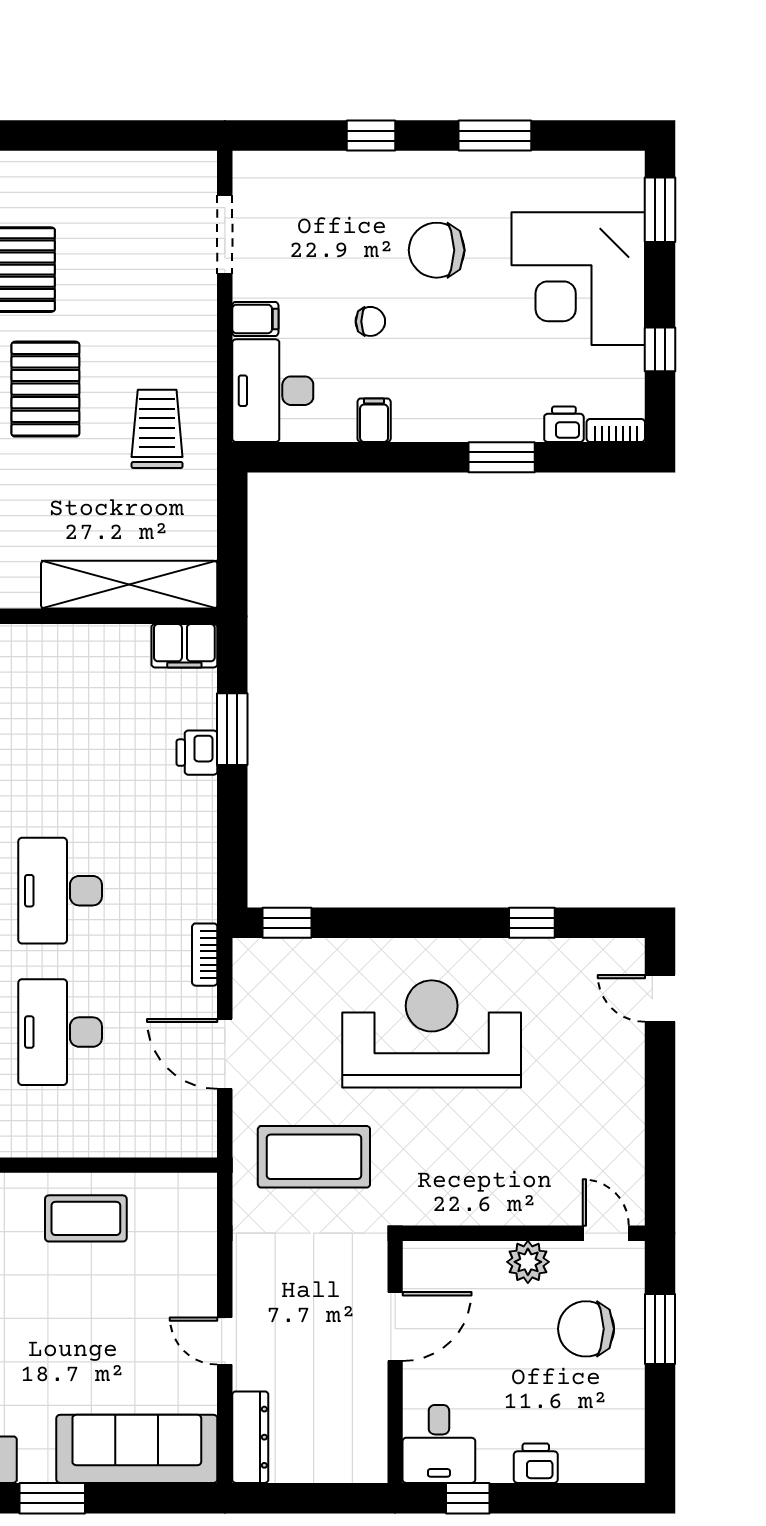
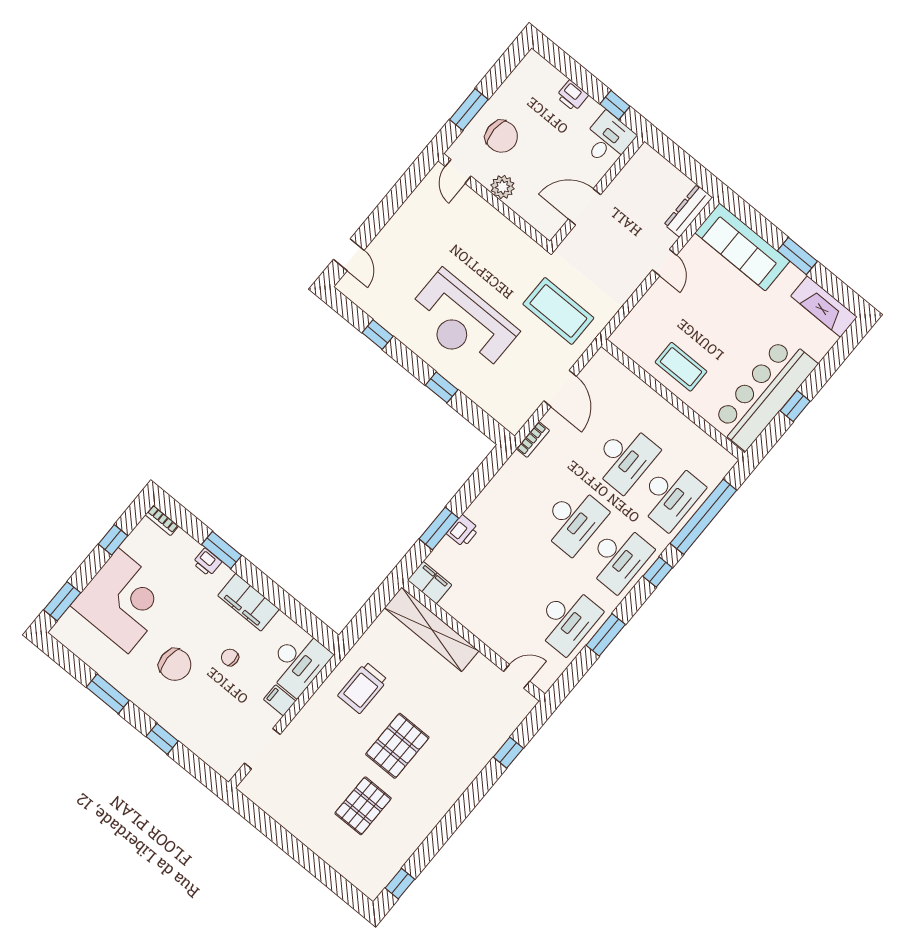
filing cabinet: (374, 420) -> (248, 602), width x3.00, depth x1.17
printer: (564, 424) -> (207, 562), moved
window: (287, 923) -> (442, 387), moved

